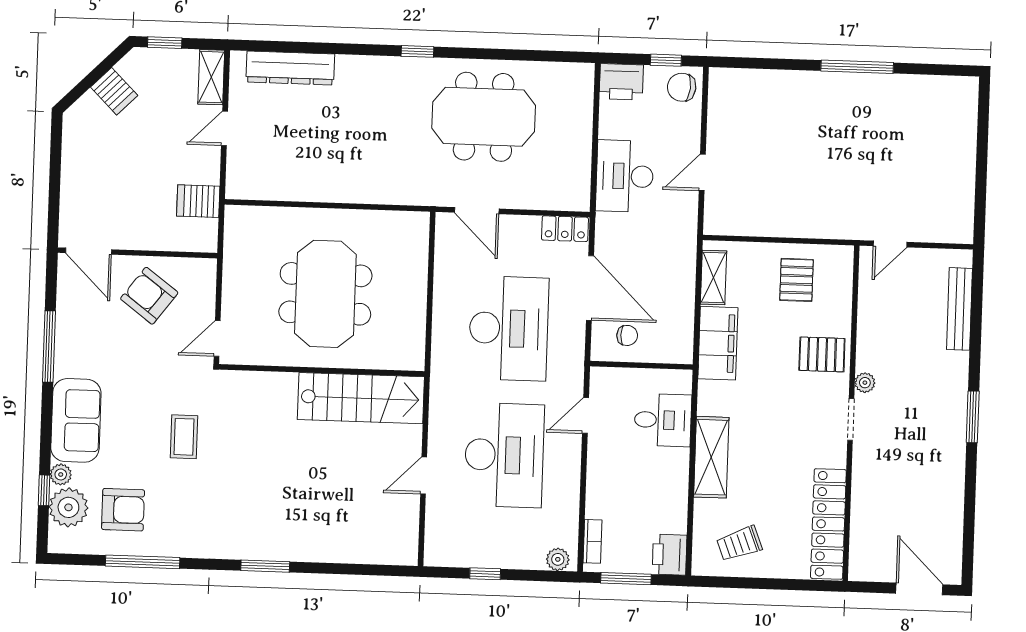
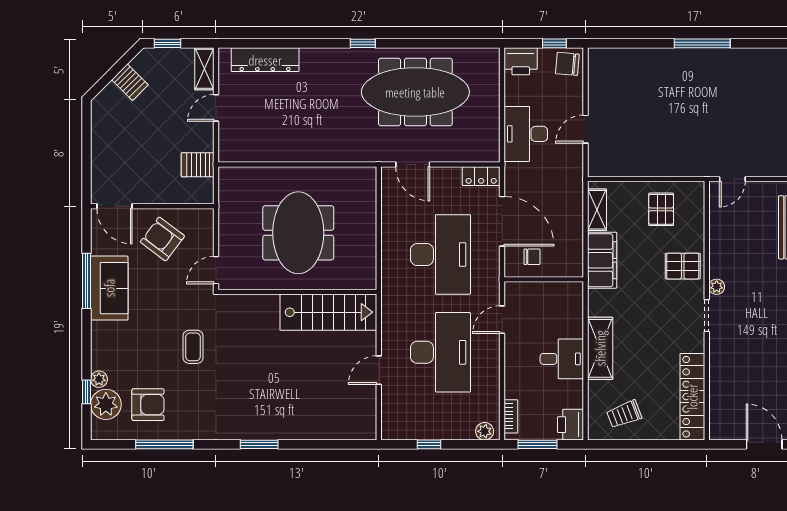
meeting table: (484, 117) -> (415, 92), width x1.36
sofa: (76, 420) -> (109, 288), moved
desk: (663, 420) -> (562, 359), moved

